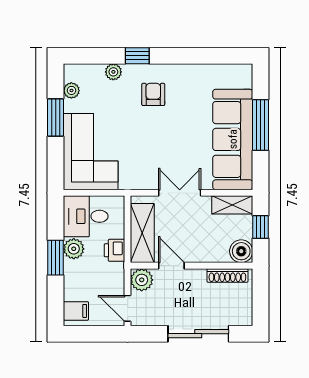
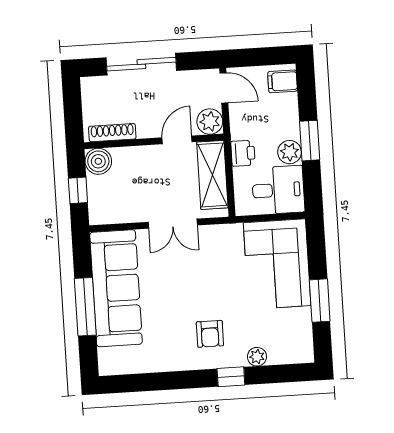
plant: (71, 90) -> (303, 332), removed
shelving: (232, 205) -> (112, 214), removed
door: (171, 266) -> (177, 140), swing flipped

